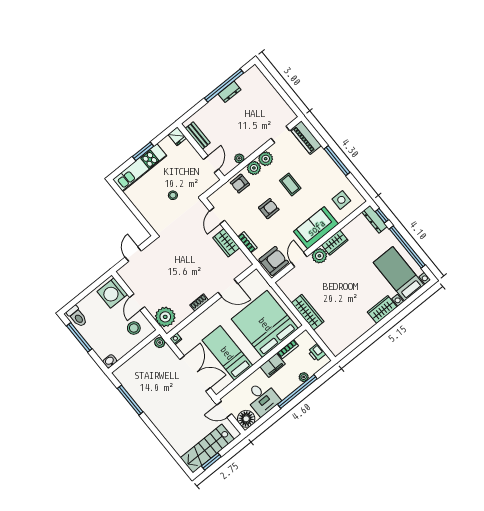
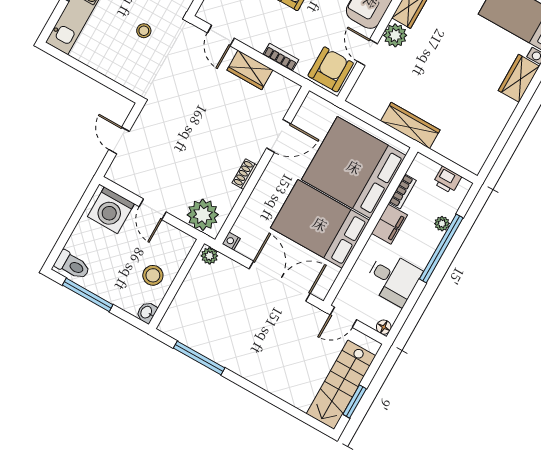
stool: (134, 328) -> (153, 275), moved
bed: (227, 353) -> (320, 224), width x1.50
floor lamp: (246, 419) -> (384, 327), width x0.53, depth x0.53

